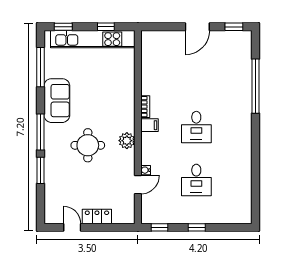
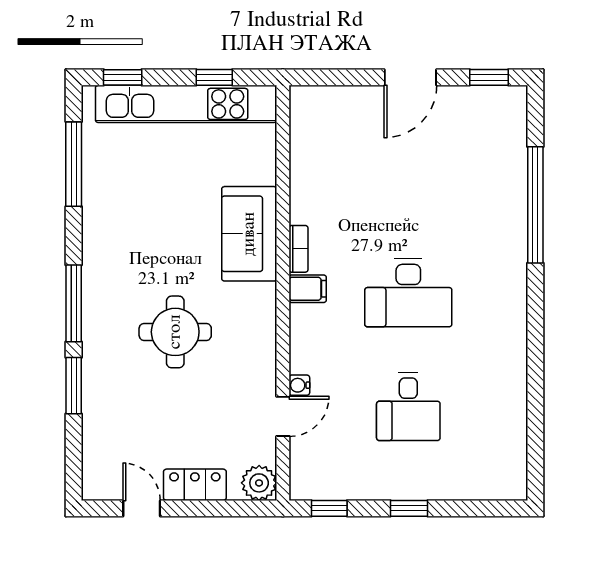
sofa: (57, 101) -> (249, 234), moved, turned 180
desk: (196, 127) -> (408, 293), width x1.37
plant: (127, 141) -> (259, 483), moved

